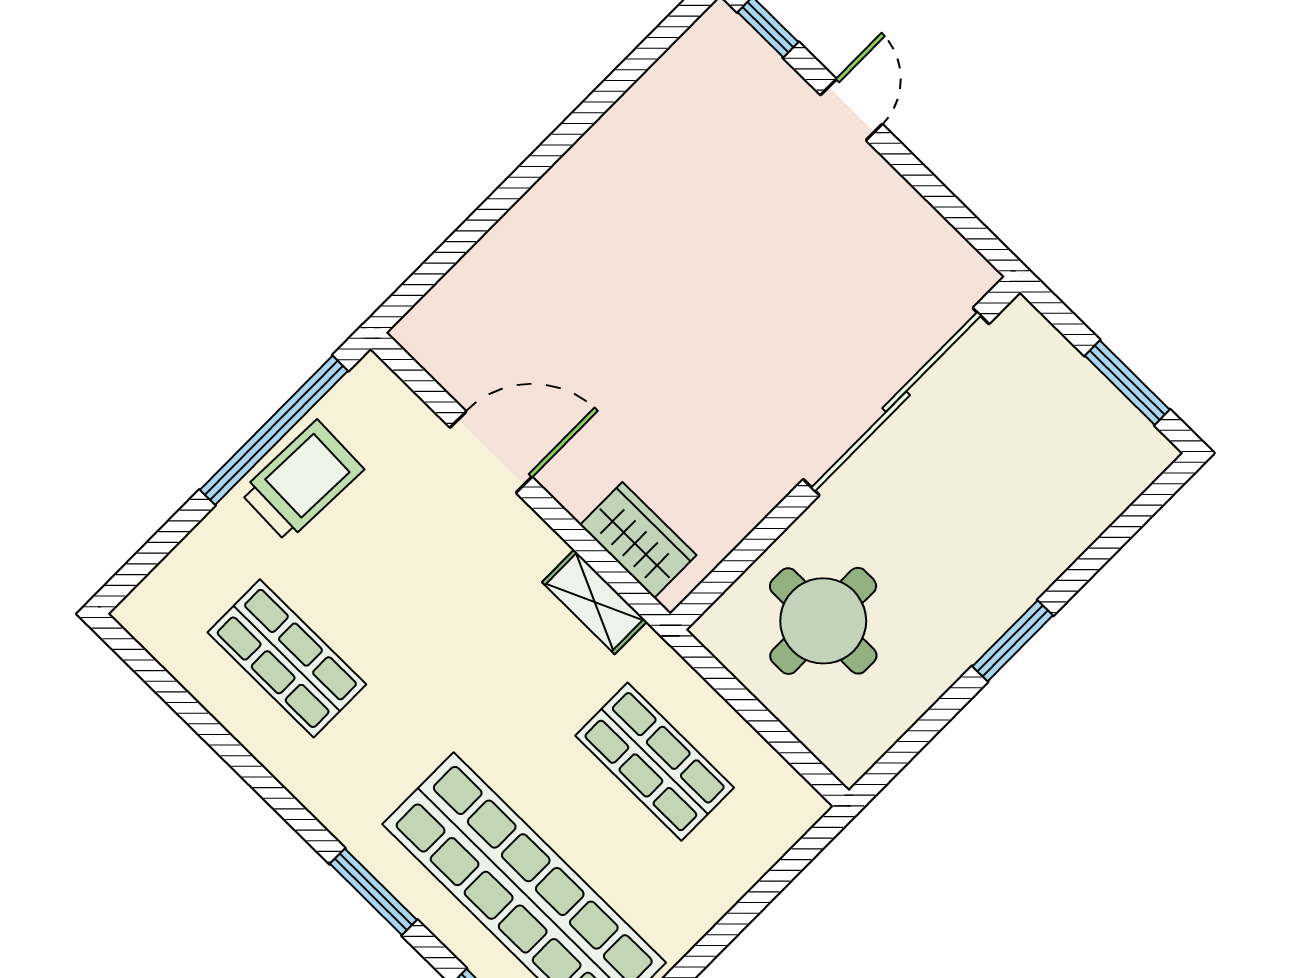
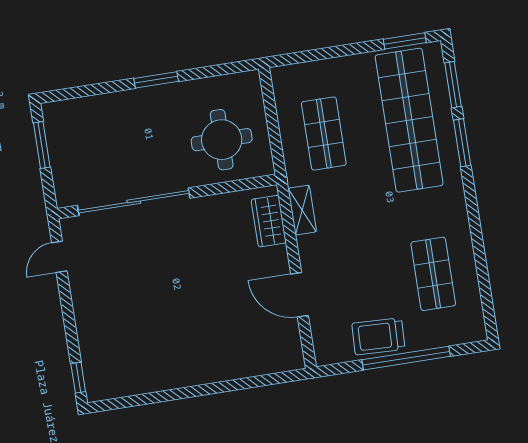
door: (851, 110) -> (59, 257), moved
window: (274, 430) -> (406, 358), moved
window: (373, 892) -> (462, 143), moved

